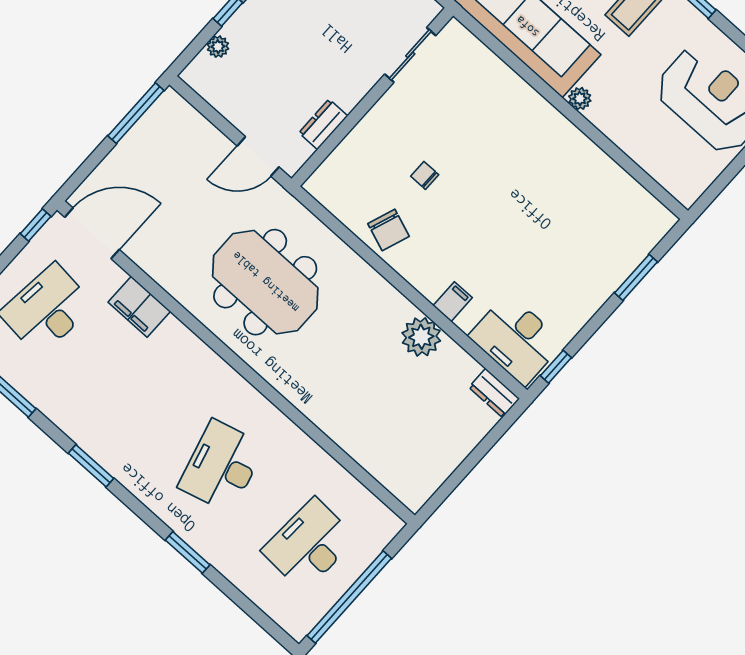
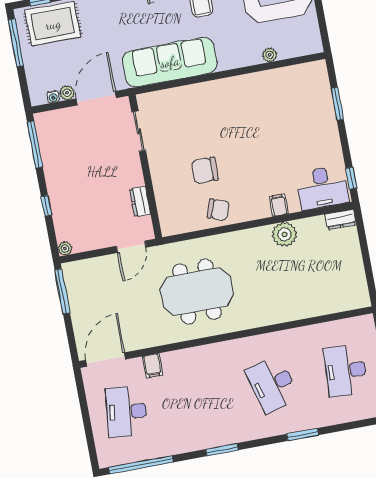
plant: (218, 47) -> (65, 248), moved
plant: (580, 99) -> (270, 55), moved
chair: (425, 175) -> (205, 170), width x1.87, depth x1.87
window: (36, 225) -> (80, 385), removed
filing cabinet: (139, 307) -> (153, 366), width x0.50

